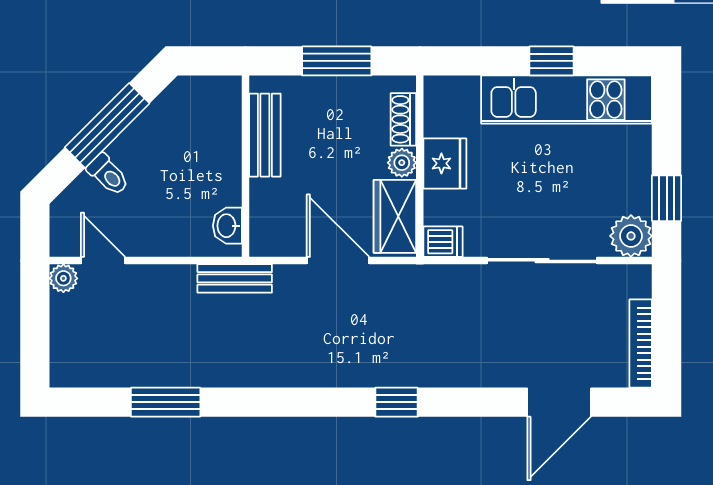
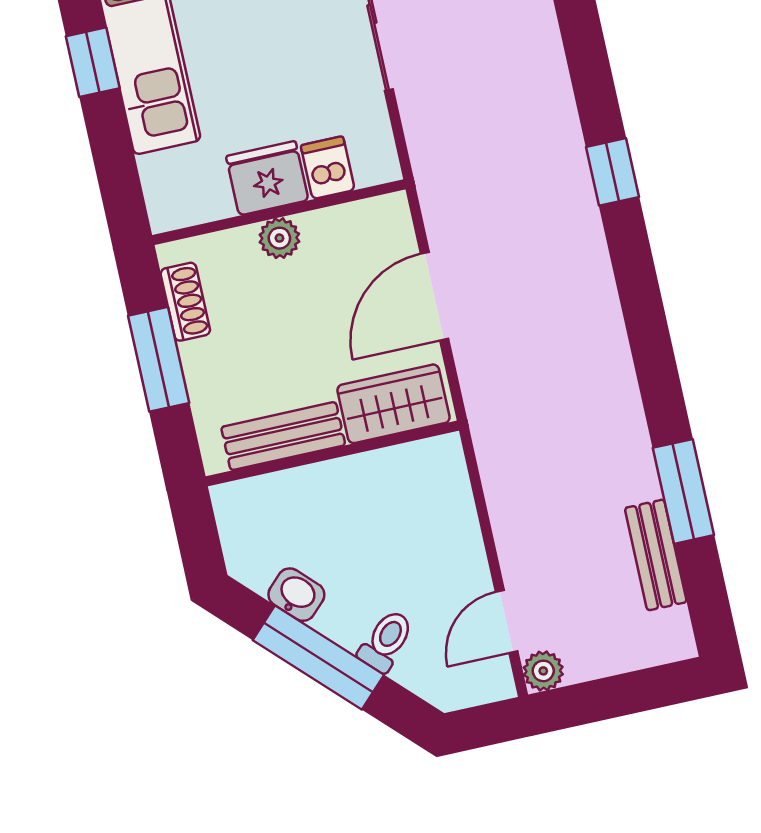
shoe rack: (403, 119) -> (185, 302), moved, turned -90
wardrobe: (395, 216) -> (393, 404), moved, turned 180
washbasin: (227, 226) -> (296, 595), moved, turned -135
dishwasher: (443, 242) -> (328, 168), moved
bench: (235, 278) -> (656, 555), moved

